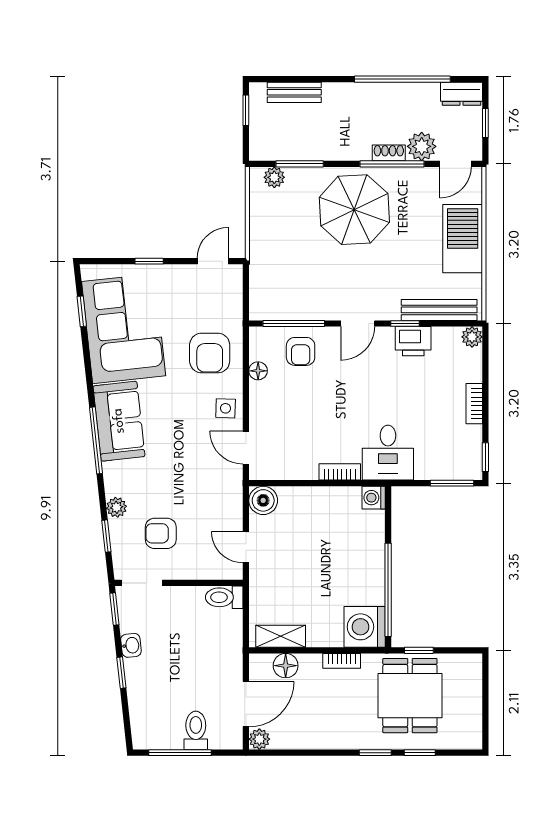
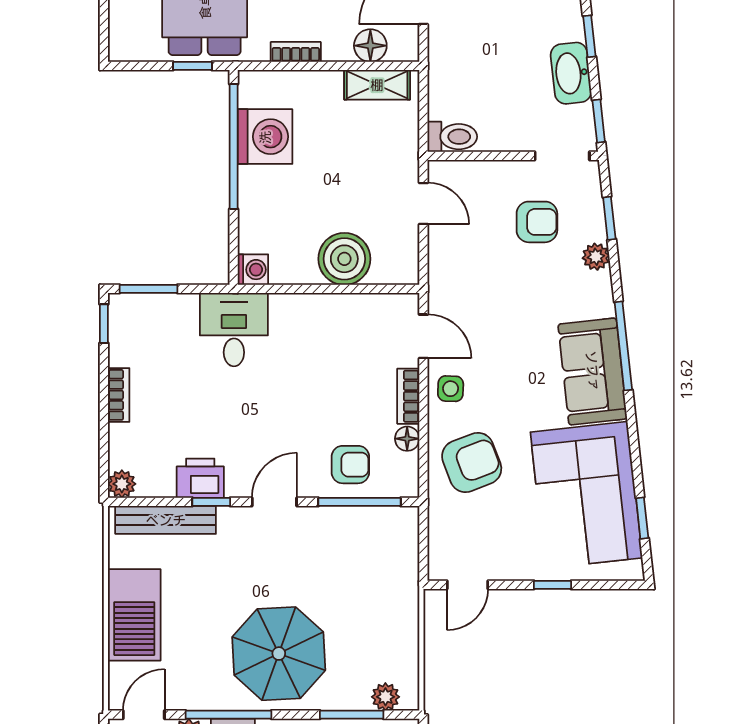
armchair: (301, 351) -> (350, 465), turned 90
armchair: (210, 353) -> (472, 462), turned 69
bookcase: (340, 472) -> (408, 396), moved, turned 90
boiler: (263, 500) -> (344, 259), moved, width x1.37, depth x1.37
washing machine: (365, 627) -> (265, 137), moved
washbasin: (131, 645) -> (571, 73), width x1.91, depth x1.45

